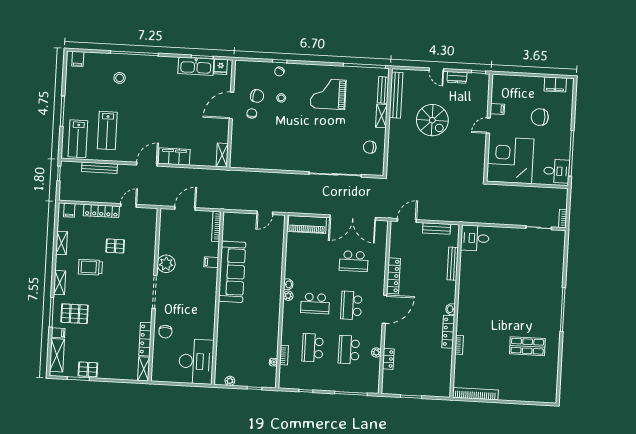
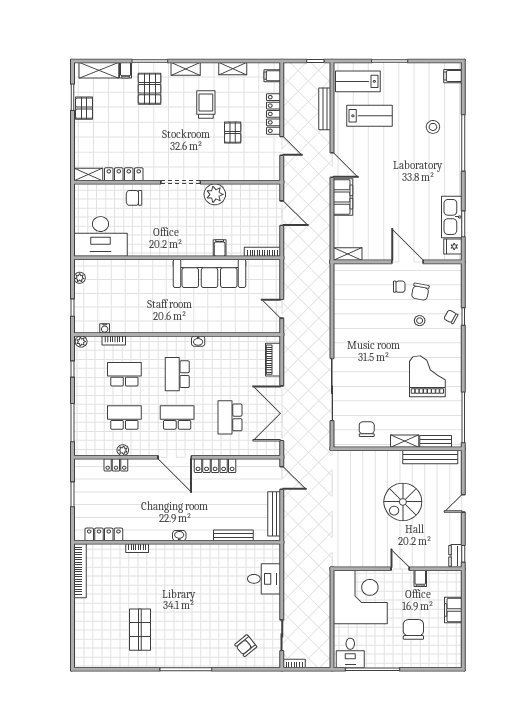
dresser: (457, 77) -> (455, 556), moved
filing cabinet: (555, 84) -> (453, 610), moved
lab bench: (107, 131) -> (370, 116), turned 180
piano: (307, 224) -> (273, 360), width x0.73, depth x0.75
bench: (437, 229) -> (274, 514), width x1.36
desk: (475, 238) -> (264, 579), moved, turned 90
armchair: (546, 258) -> (246, 646), added
plant: (288, 296) -> (81, 342), moved
locker: (448, 332) -> (104, 534), moved

